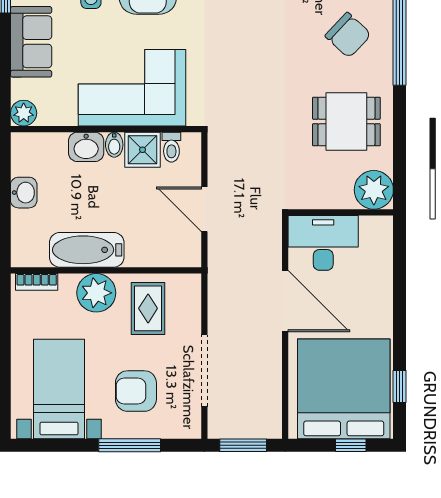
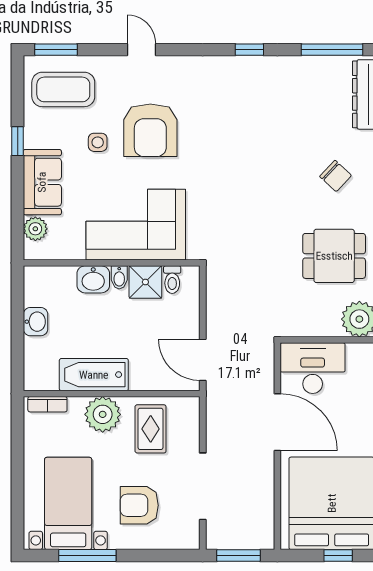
chair: (348, 35) -> (336, 176), width x0.73, depth x0.73
plant: (24, 113) -> (35, 229), moved
door: (204, 209) -> (203, 360), moved
window: (130, 445) -> (87, 555), moved

